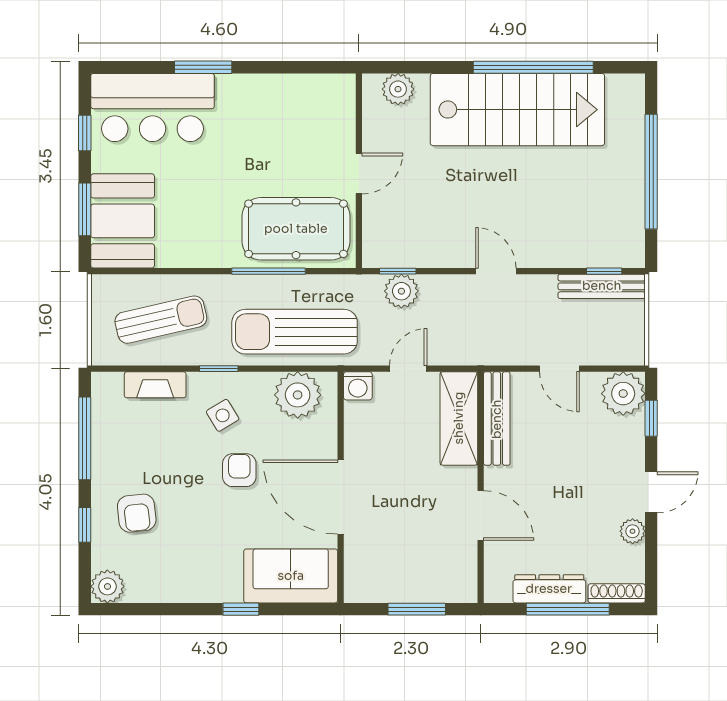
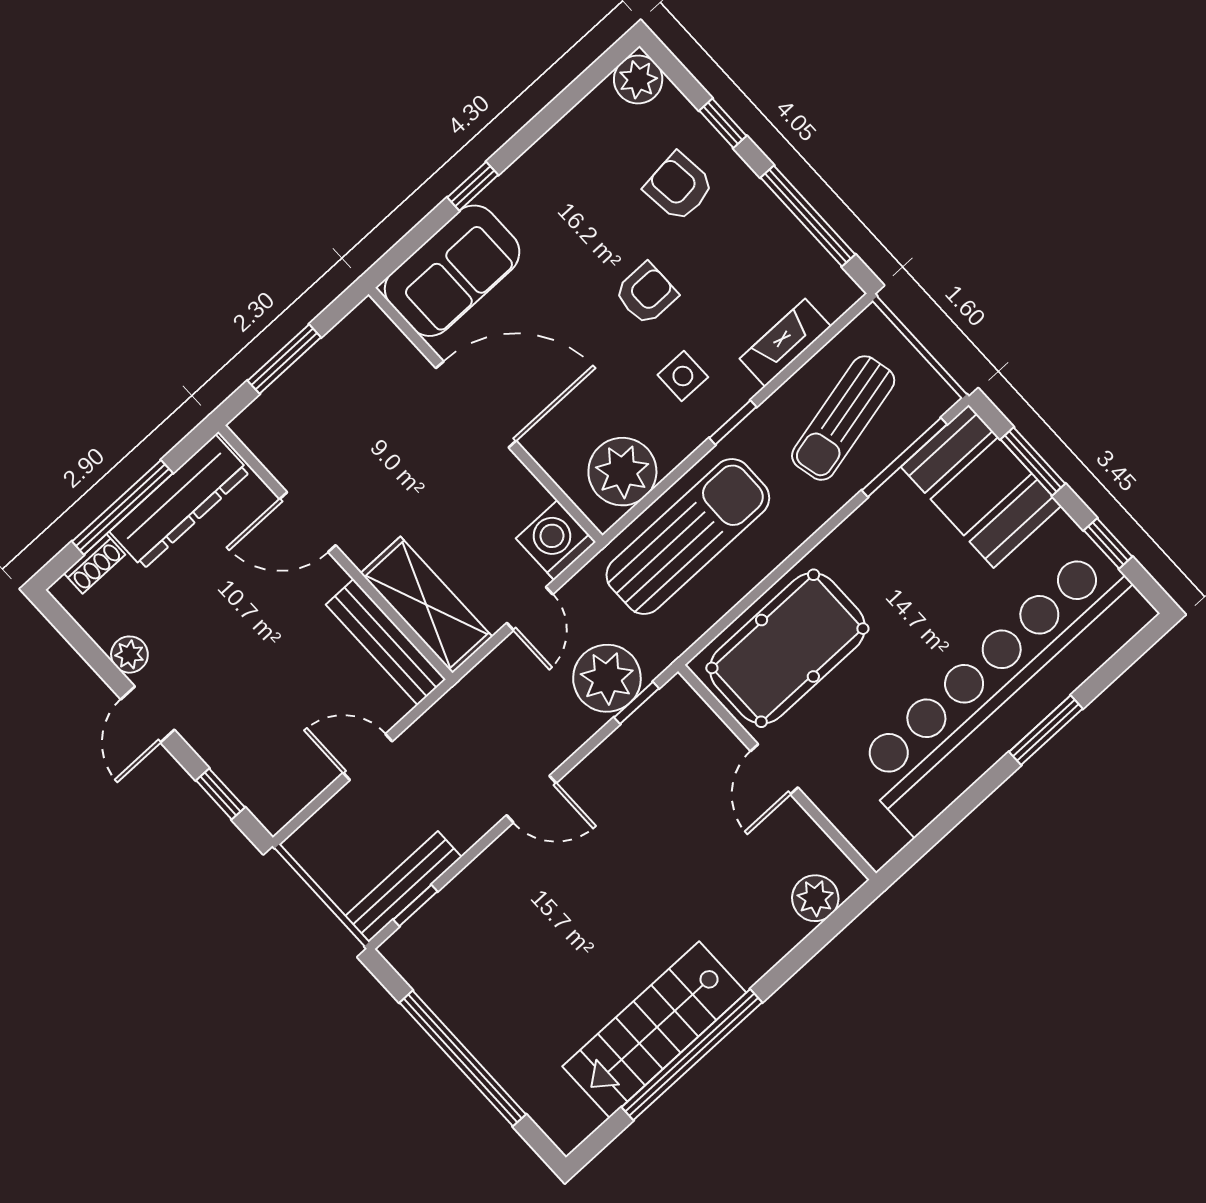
bar counter: (153, 107) -> (1004, 689), width x1.86
stairs: (517, 110) -> (654, 1030), width x0.73, depth x0.66
window: (269, 271) -> (904, 457), moved
plant: (401, 291) -> (607, 678), width x1.36, depth x1.36
washing machine: (358, 386) -> (556, 540), width x1.38, depth x1.38
plant: (623, 394) -> (275, 793), removed
side table: (223, 415) -> (683, 376), turned 31
armchair: (239, 470) -> (646, 294), moved, turned -90
dresser: (549, 589) -> (180, 502), width x1.37, depth x1.24
shoe rack: (617, 593) -> (95, 564), width x0.70

